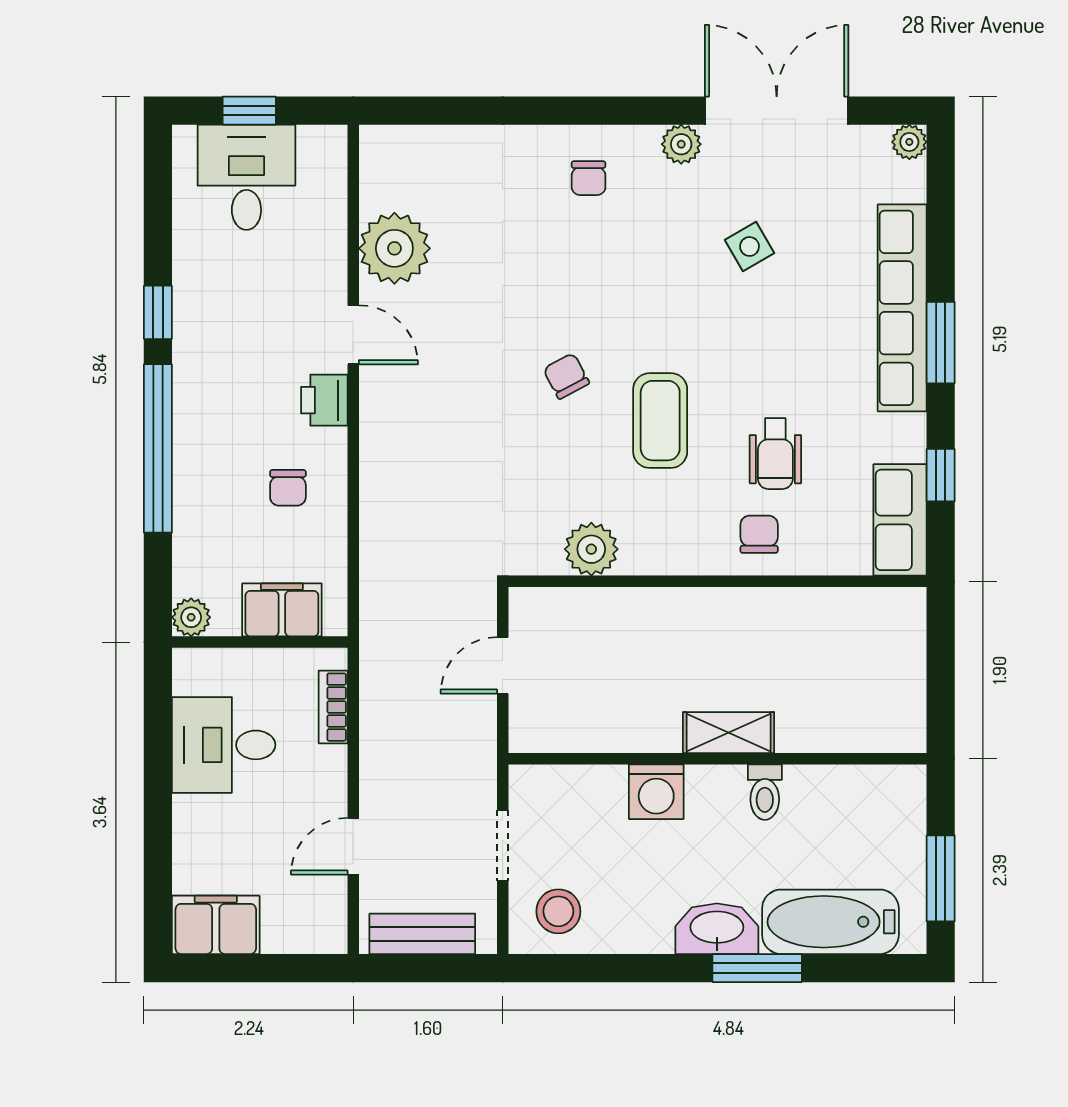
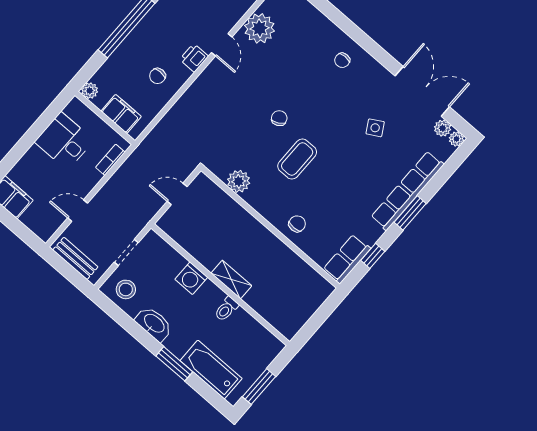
plant: (681, 144) -> (443, 128), moved
wheelchair: (775, 454) -> (325, 202), removed
washbasin: (717, 929) -> (154, 324), moved

